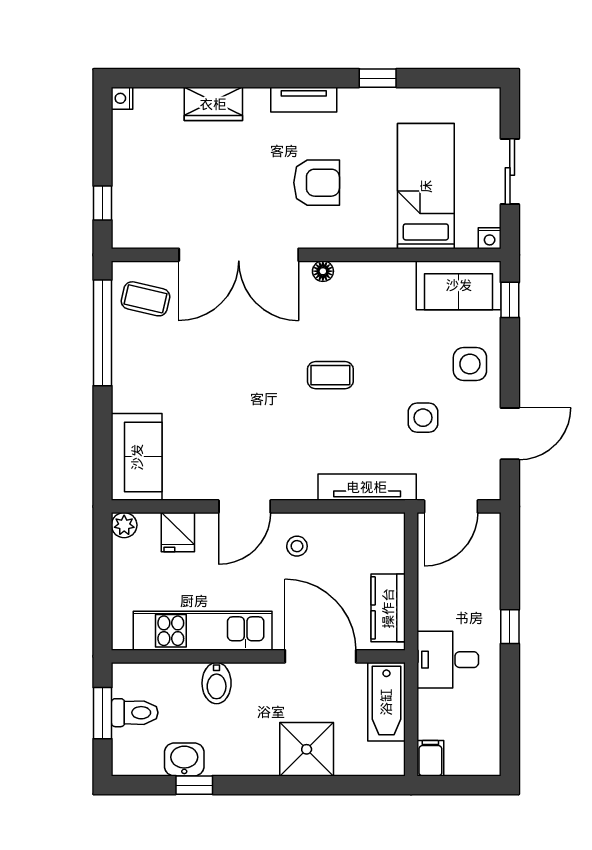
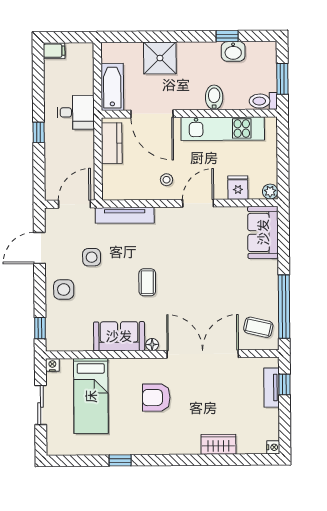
tv unit: (304, 100) -> (272, 388), moved, turned -90
sofa: (459, 285) -> (119, 336), moved
coffee table: (330, 375) -> (147, 282), turned 90
toilet: (135, 713) -> (263, 101), moved
filing cabinet: (430, 758) -> (54, 51), moved, turned -90

